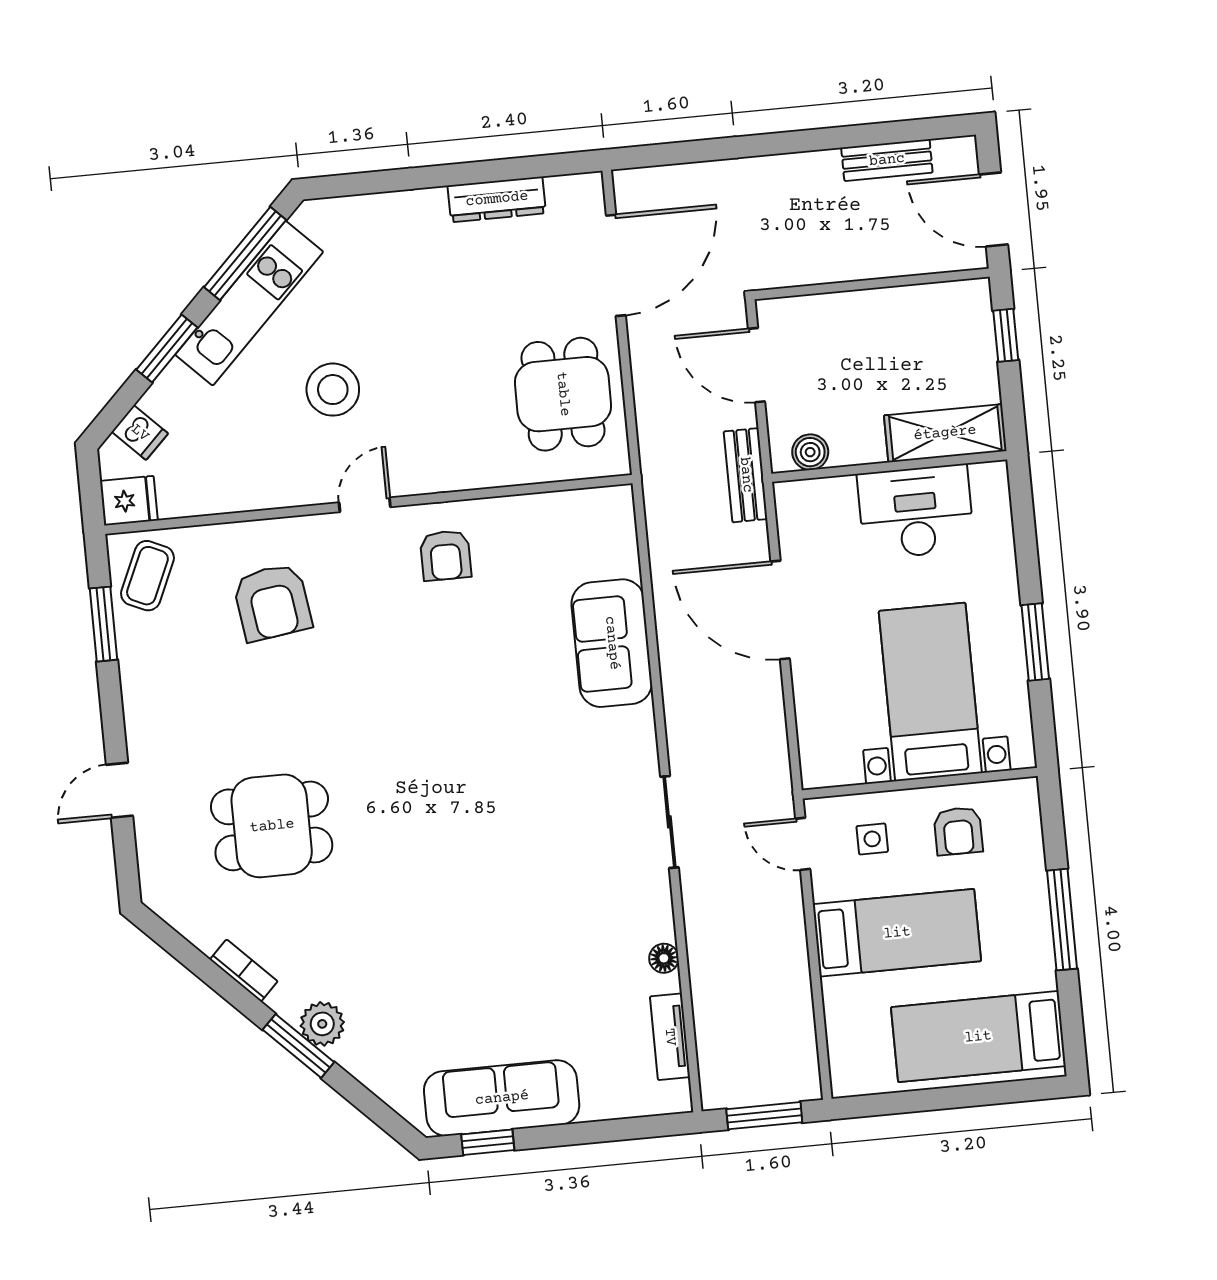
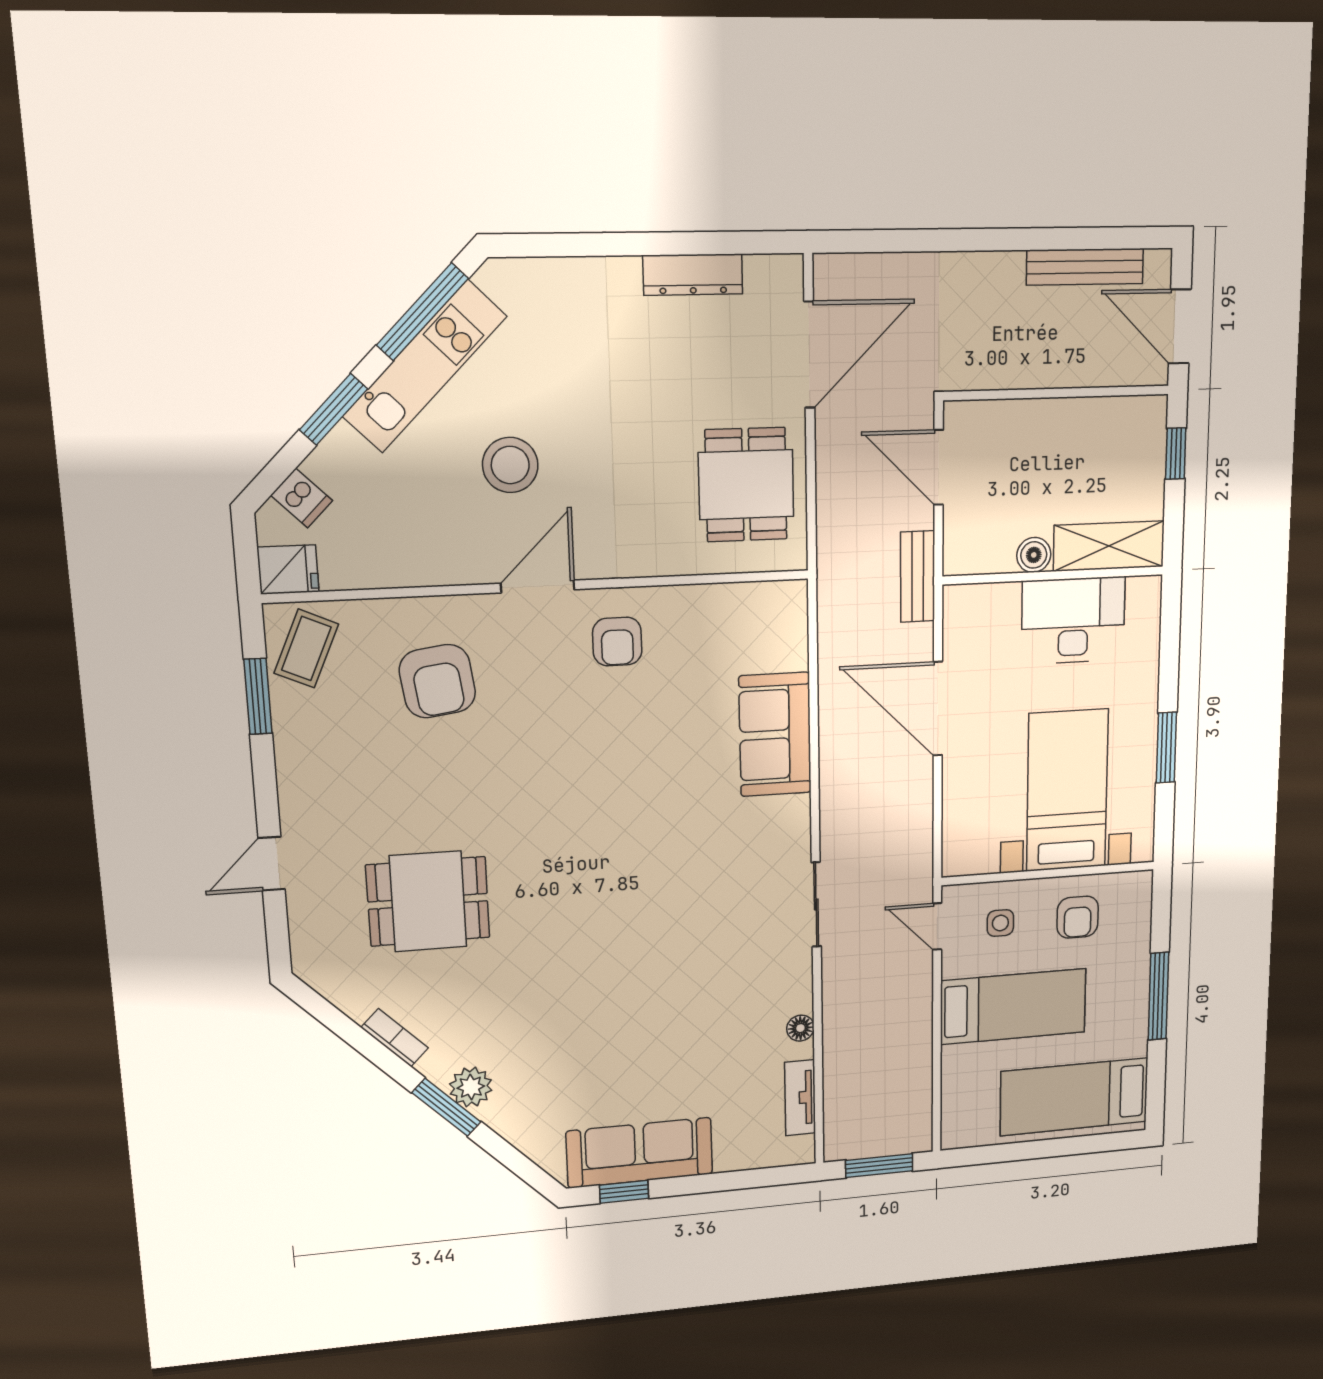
bench: (887, 160) -> (1085, 267), width x1.36
boiler: (810, 452) -> (1034, 555), moved
door: (365, 505) -> (538, 586), width x1.38

